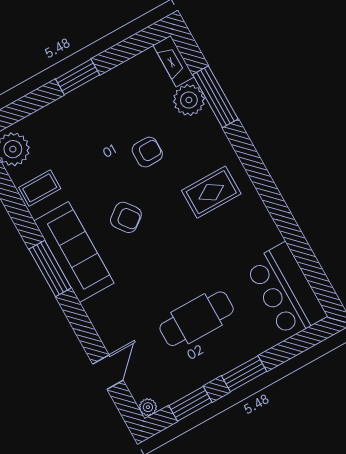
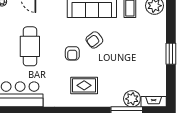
armchair: (147, 152) -> (72, 53), moved
rug: (211, 192) -> (84, 85), turned 90

